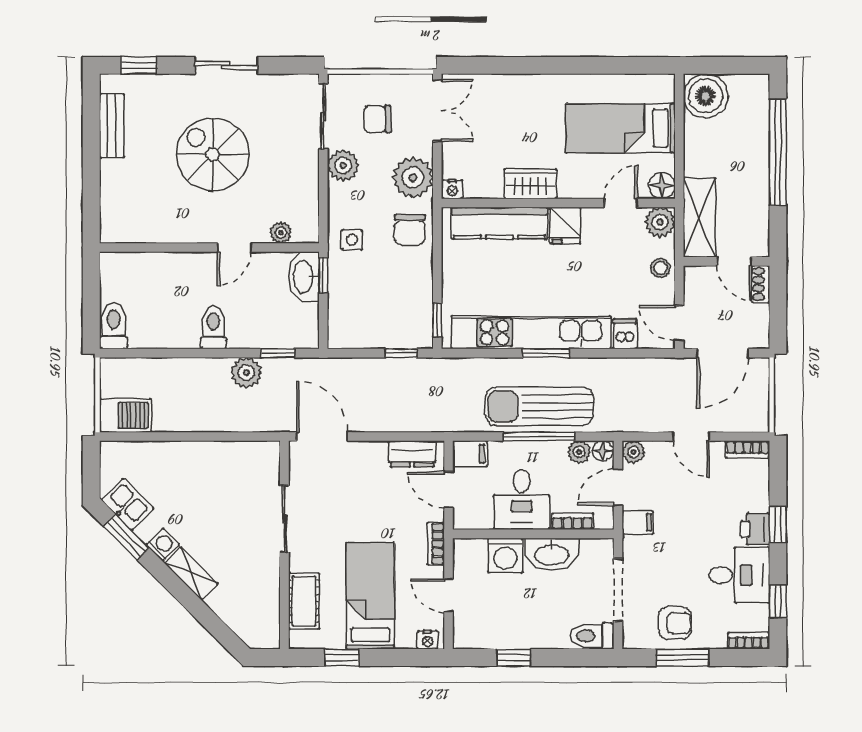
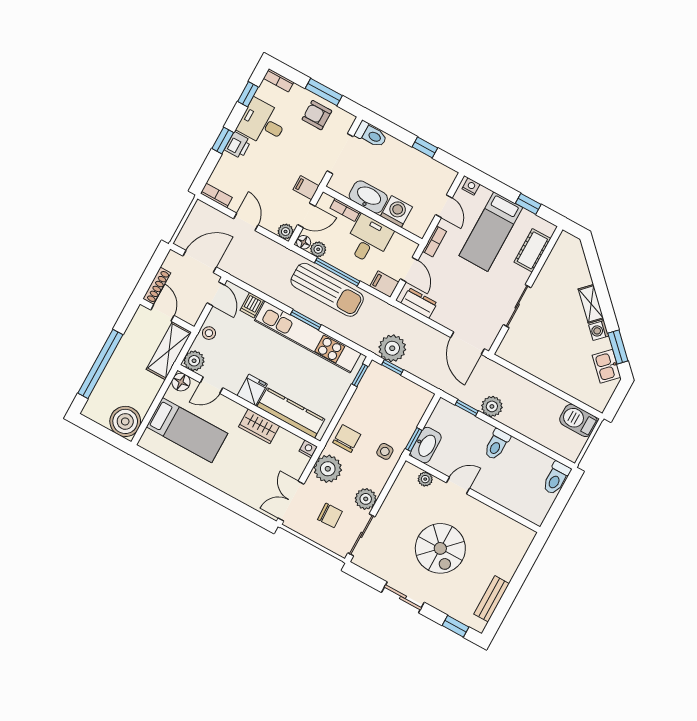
shoe rack: (761, 284) -> (157, 286), width x1.43
plant: (415, 377) -> (392, 348), added

